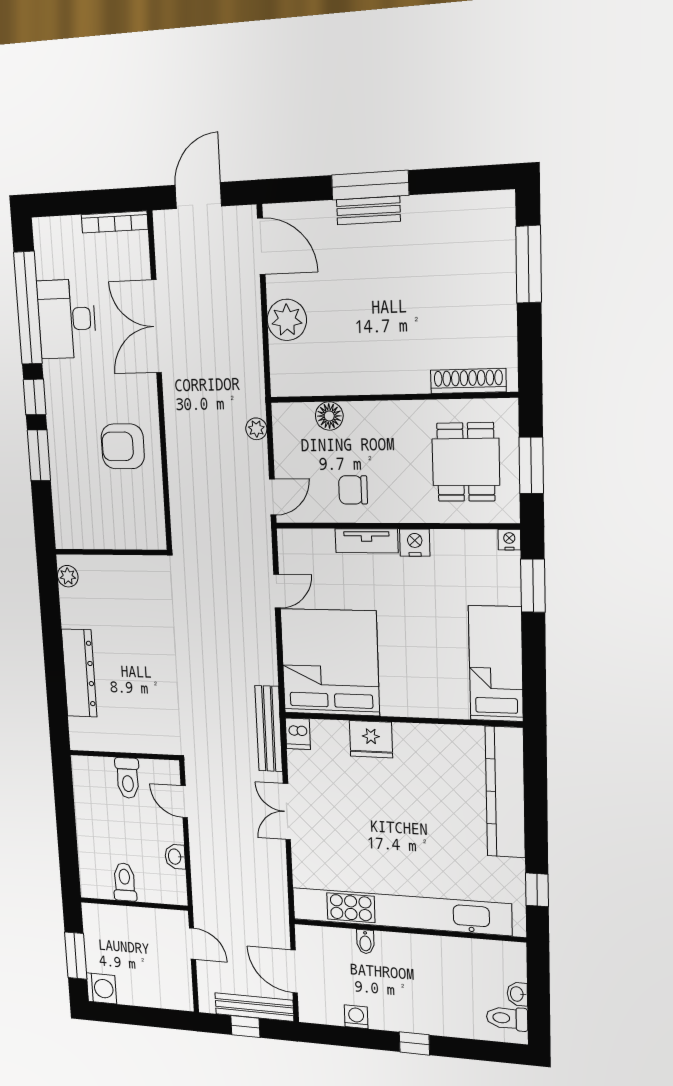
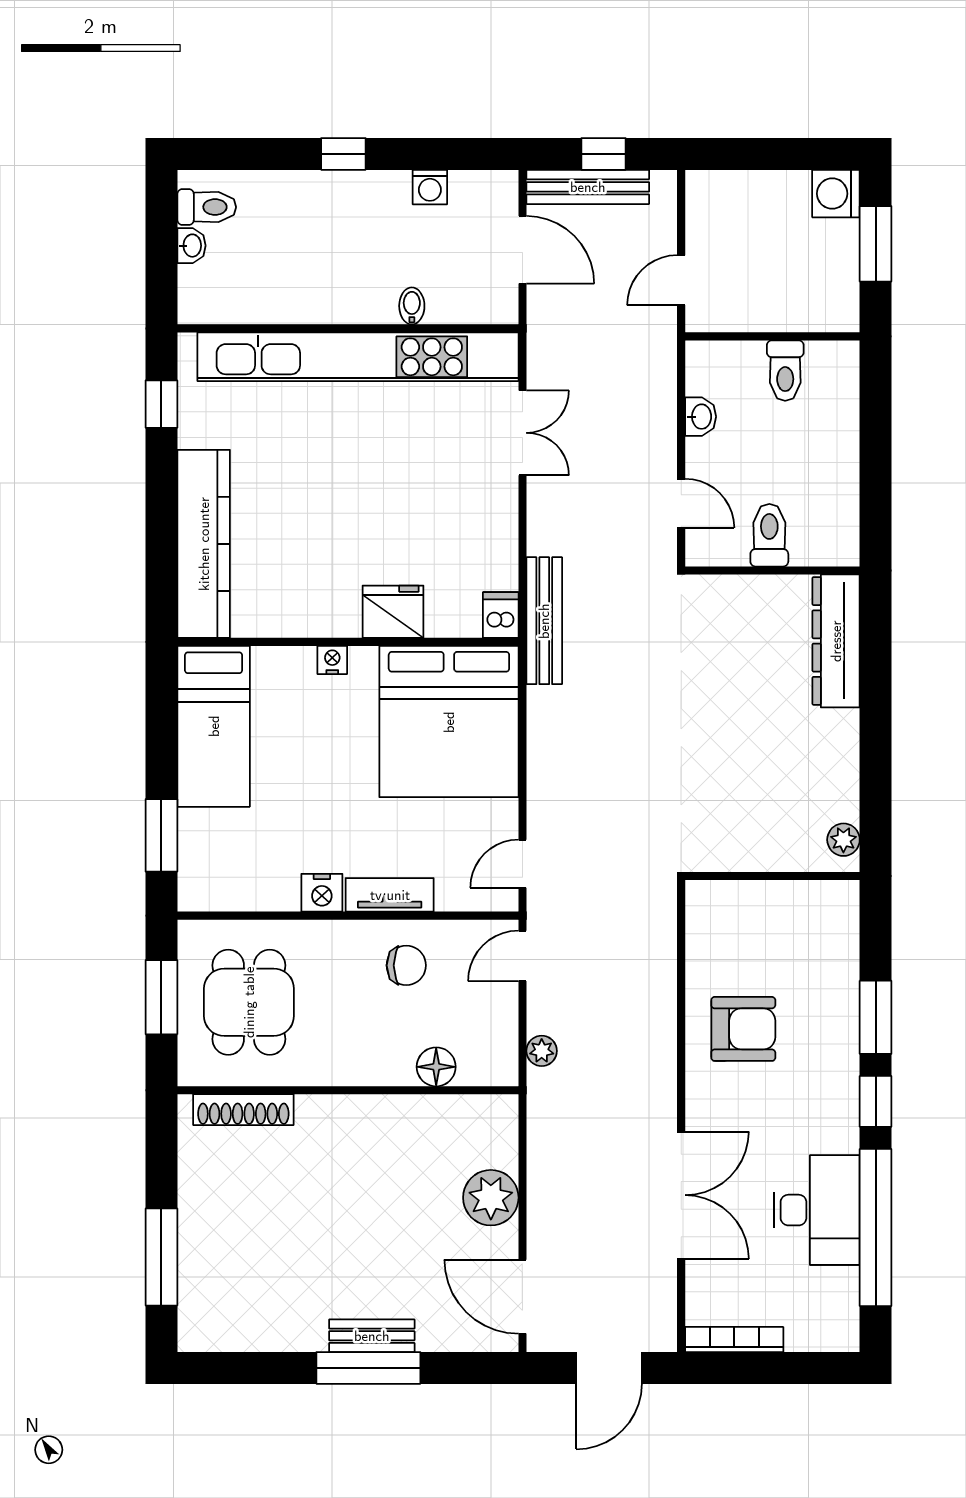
nightstand: (509, 540) -> (332, 660), moved, turned 180
door: (277, 591) -> (522, 864), moved
dresser: (79, 673) -> (836, 641), moved
double door: (287, 812) -> (522, 433), moved
door: (192, 944) -> (681, 280), hinge flipped

